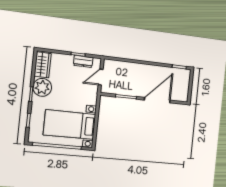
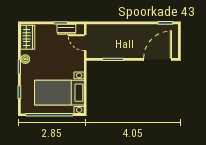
door: (101, 77) -> (85, 43), hinge flipped
plant: (42, 87) -> (25, 59), width x0.53, depth x0.53
door: (157, 100) -> (158, 59), moved

